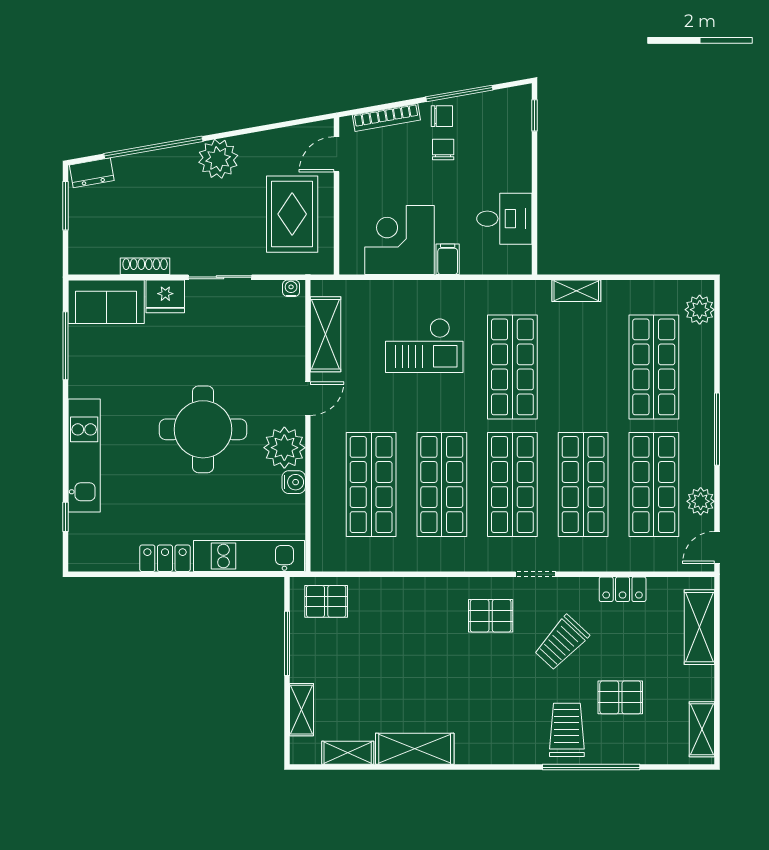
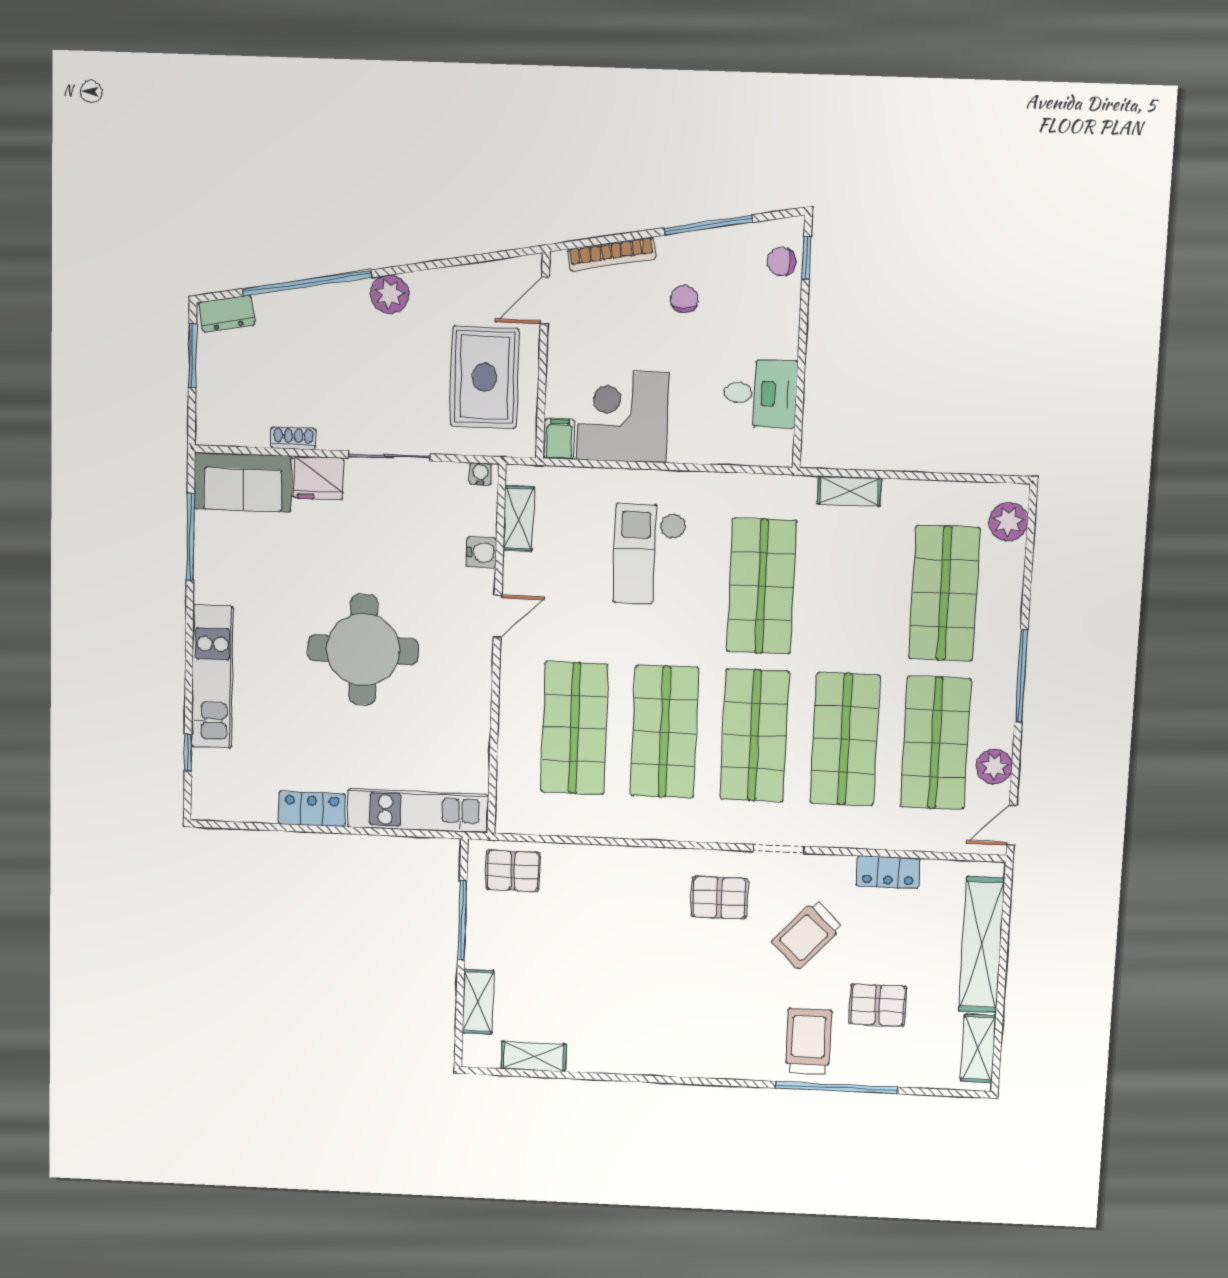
chair: (442, 116) -> (781, 261), moved, turned 180
plant: (218, 159) -> (390, 294), width x0.73, depth x0.73
filing cabinet: (448, 259) -> (559, 439), moved
shoe rack: (145, 266) -> (293, 438), width x0.70
shelving: (326, 334) -> (518, 518), width x0.67, depth x0.75
checkout: (424, 345) -> (649, 554), turned 90
plant: (284, 448) -> (466, 677), removed
water cooler: (294, 482) -> (481, 552), moved
shelving: (699, 627) -> (982, 945), width x1.47
shelving: (415, 749) -> (617, 1055), removed

